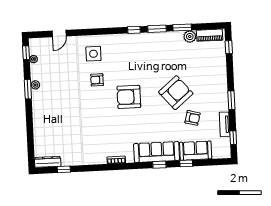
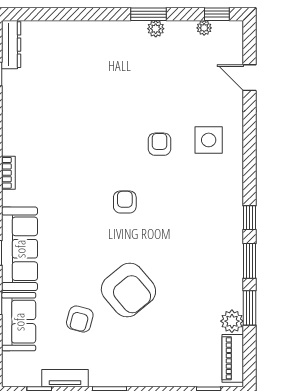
armchair: (129, 97) -> (125, 202), width x0.53, depth x0.53

